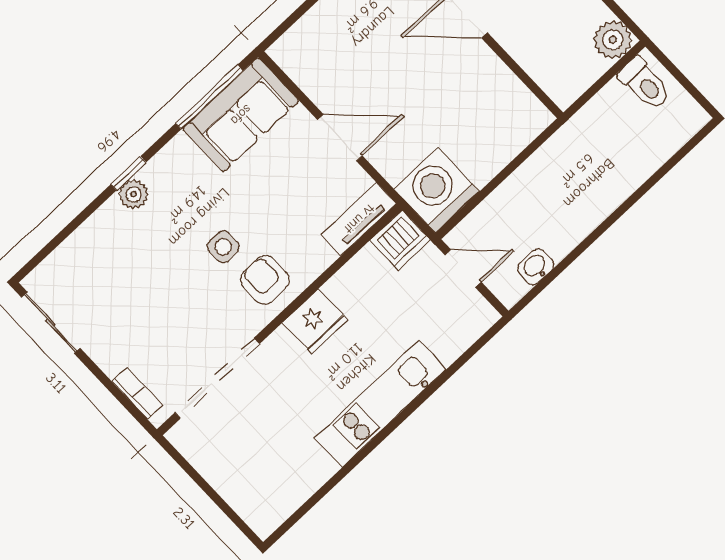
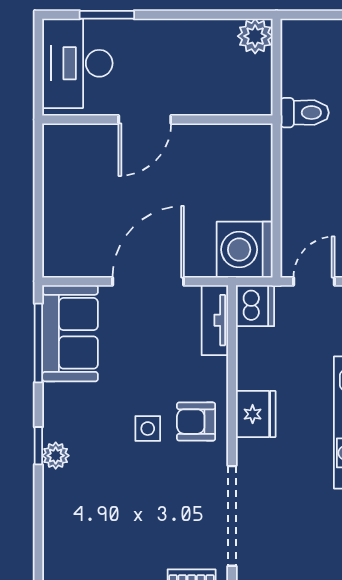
toilet: (644, 84) -> (305, 113), moved
door: (340, 138) -> (148, 281), width x1.36

